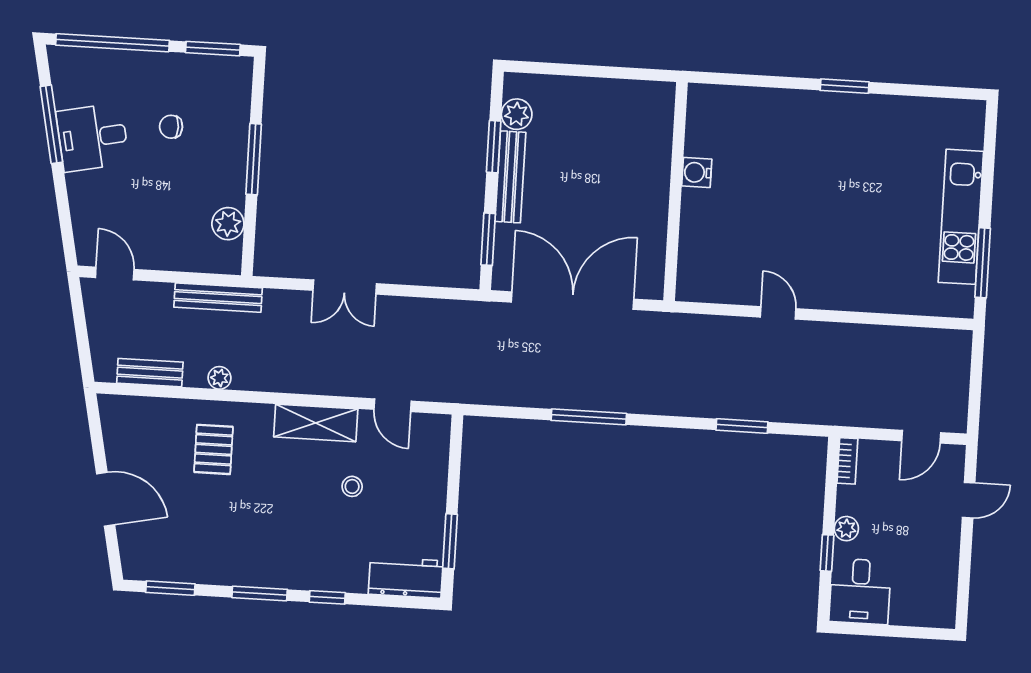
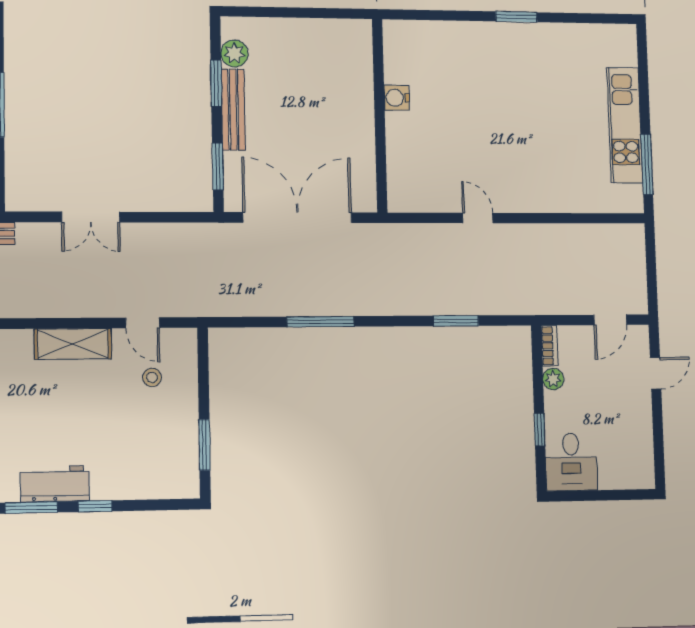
stool: (352, 486) -> (152, 377), moved
plant: (846, 529) -> (553, 379), moved
workbench: (406, 577) -> (55, 484), moved

